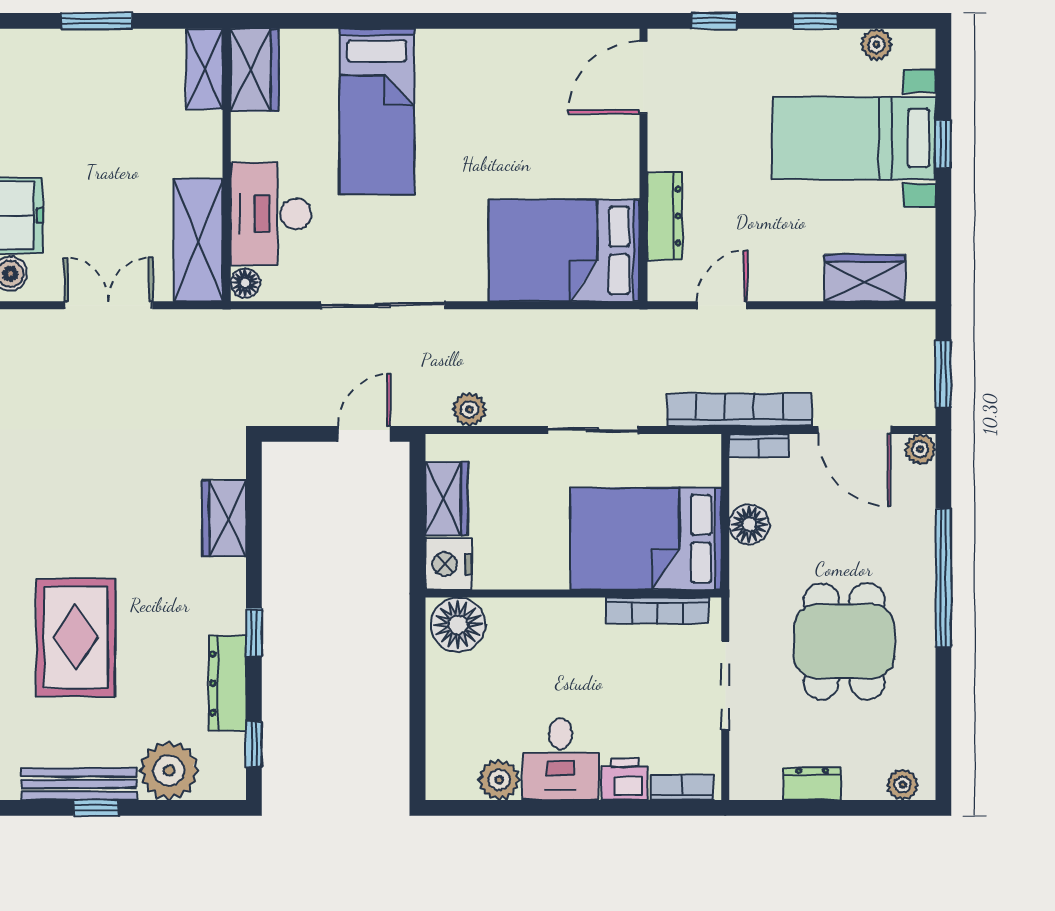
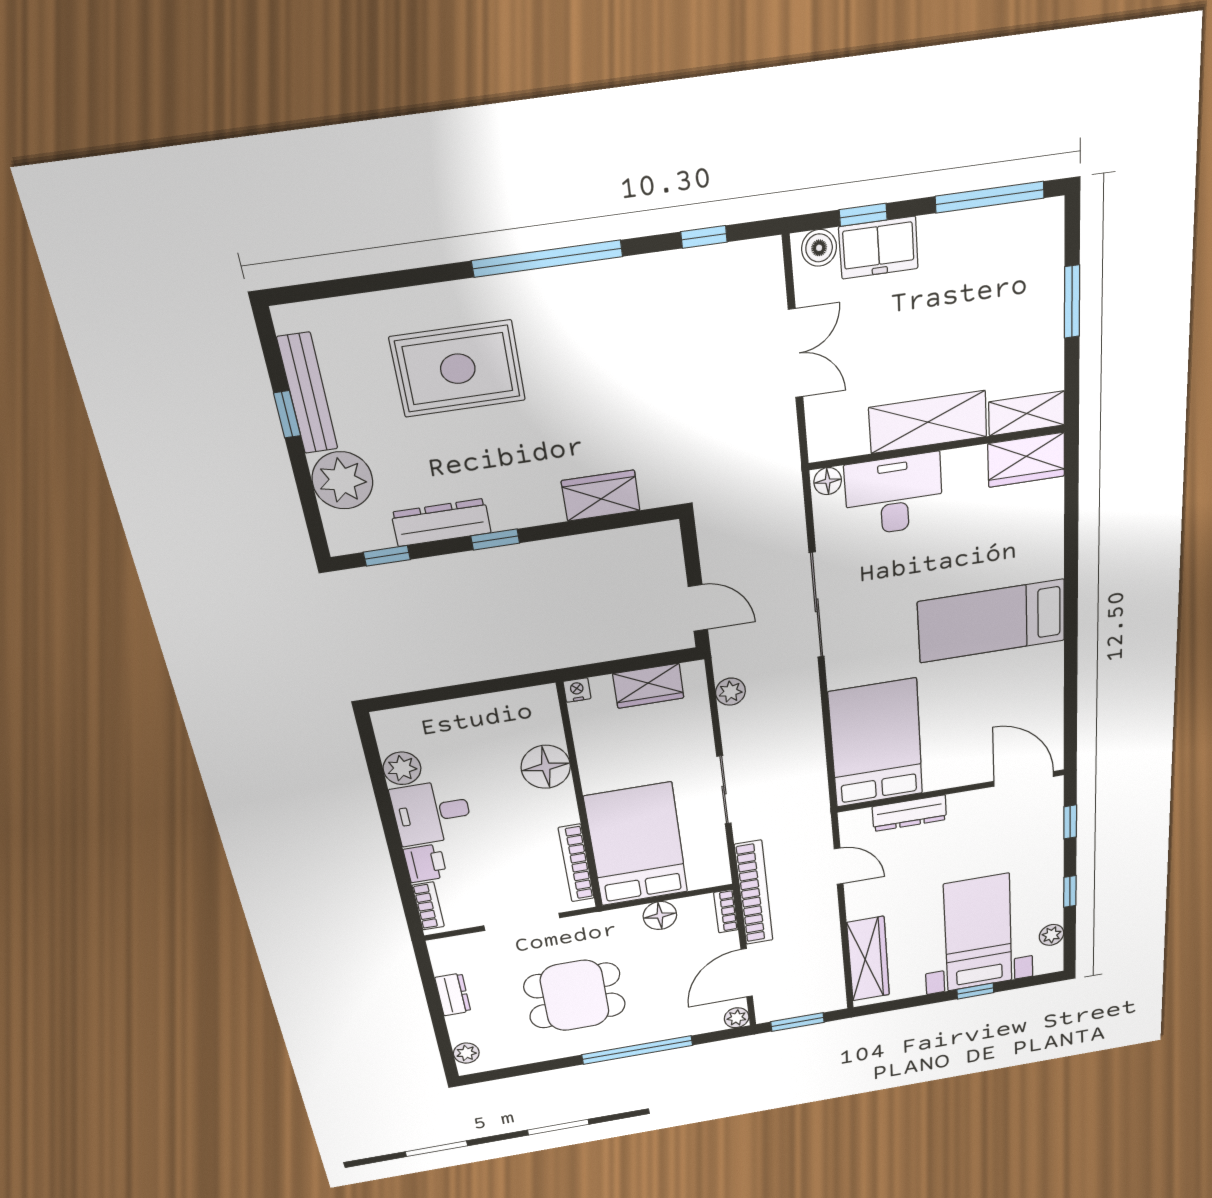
bed: (377, 112) -> (992, 621), moved
shelving: (198, 240) -> (928, 422), moved
wardrobe: (865, 278) -> (868, 959), width x1.50
nightstand: (448, 564) -> (577, 690), width x0.53, depth x0.56
floor lamp: (458, 625) -> (546, 767), moved

